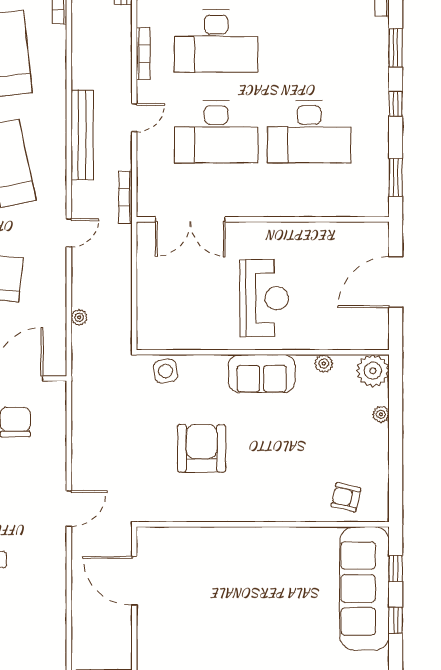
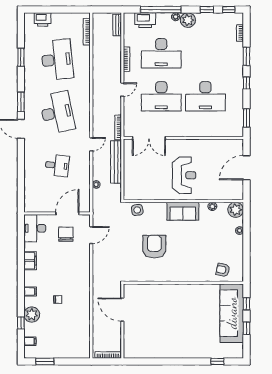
bench: (82, 135) -> (116, 162), moved
door: (69, 509) -> (91, 235), moved

